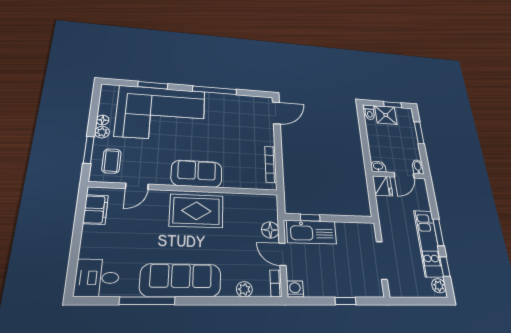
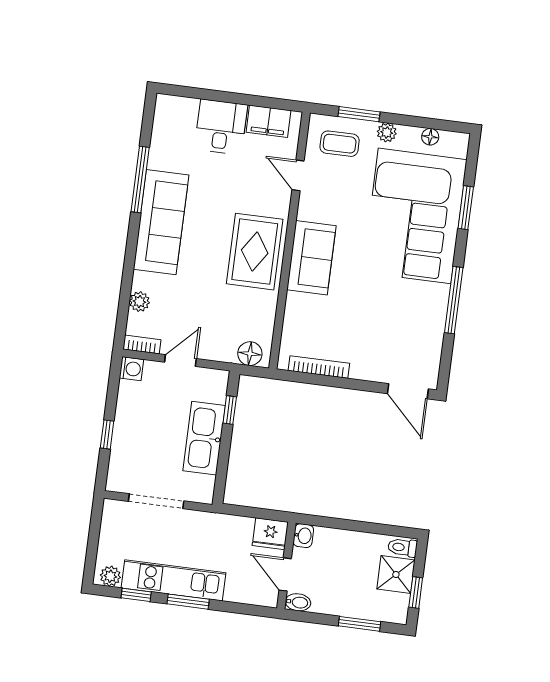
floor lamp: (103, 120) -> (430, 137), moved
floor lamp: (270, 230) -> (250, 354), moved
kitchen sink: (311, 232) -> (204, 438), moved
desk: (97, 278) -> (221, 127), moved

